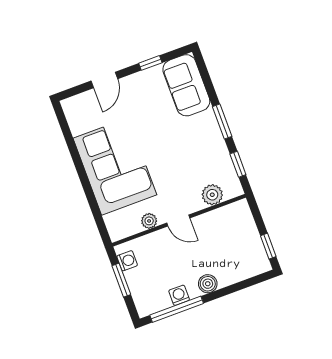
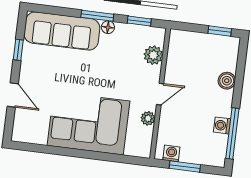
sofa: (186, 85) -> (62, 31), width x1.36
floor lamp: (216, 137) -> (108, 27), added
boiler: (208, 284) -> (227, 81), moved

